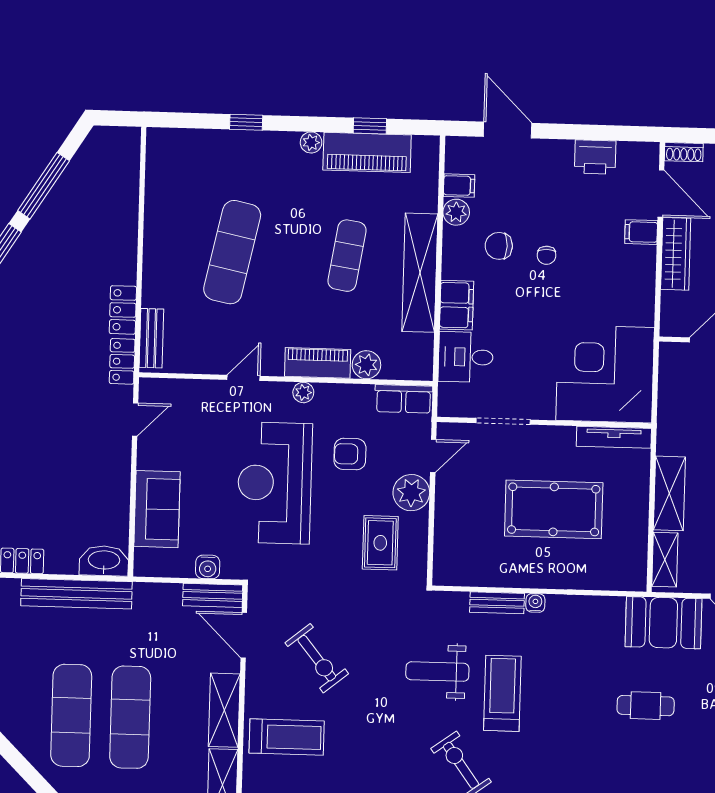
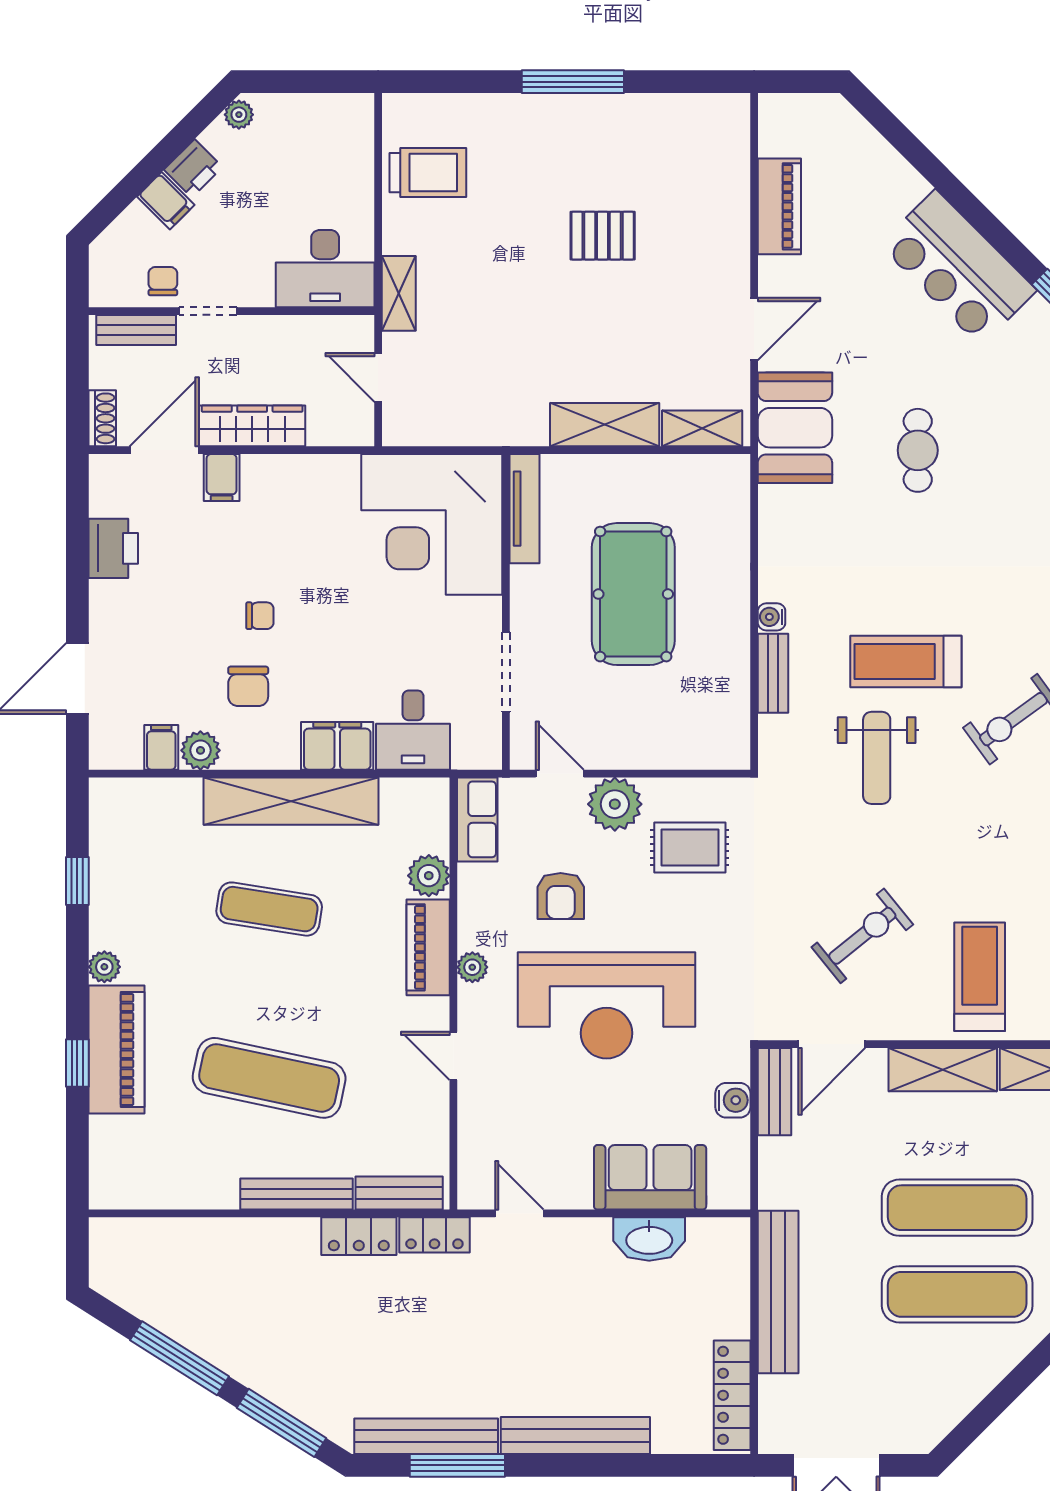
piano: (367, 152) -> (116, 1050), moved
bench: (153, 268) -> (296, 1194), added
washbasin: (104, 561) -> (649, 1239), moved, turned -90

